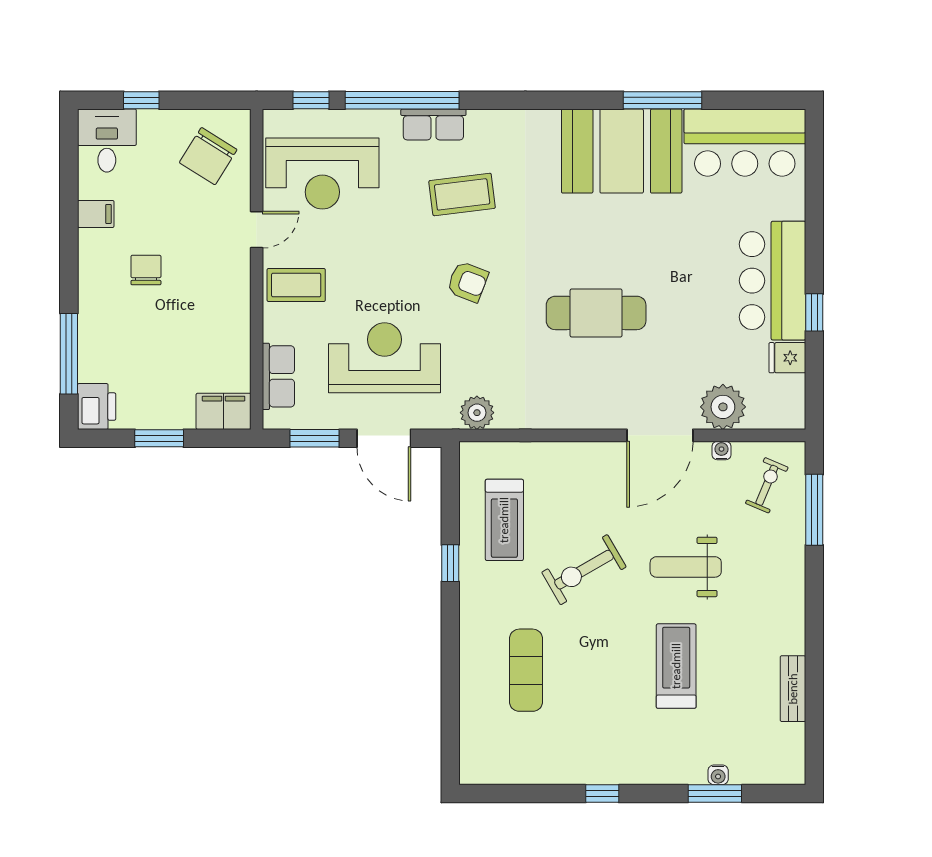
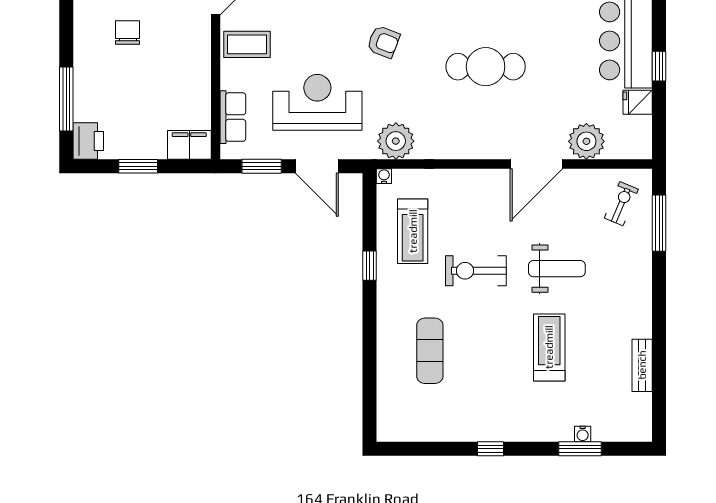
plant: (477, 413) -> (396, 141), width x1.36, depth x1.36
water cooler: (721, 451) -> (384, 176), moved
weight bench: (686, 567) -> (557, 269), turned 180
exercise bike: (584, 570) -> (476, 271), turned 30

